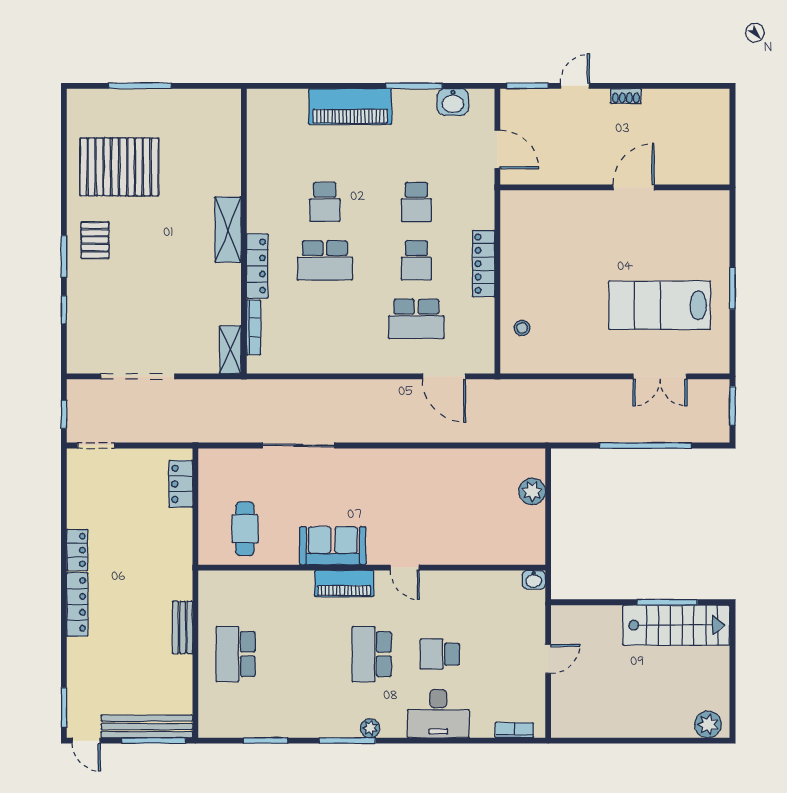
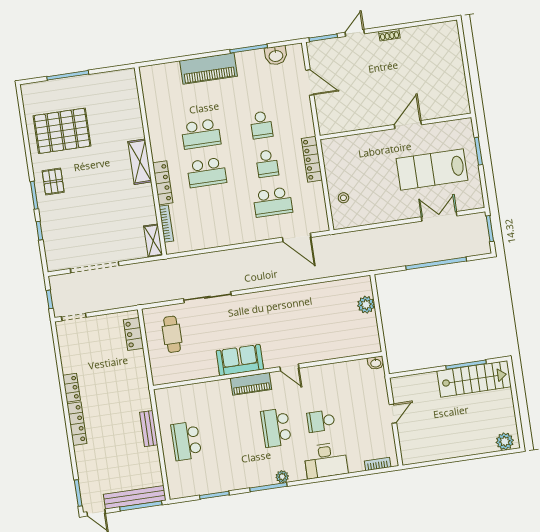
wall: (615, 187) -> (396, 126), moved
door: (634, 187) -> (408, 125), moved
school desk: (325, 202) -> (201, 134), width x1.85
double door: (660, 376) -> (439, 216), swing flipped
cafe table: (245, 529) -> (172, 334), moved

